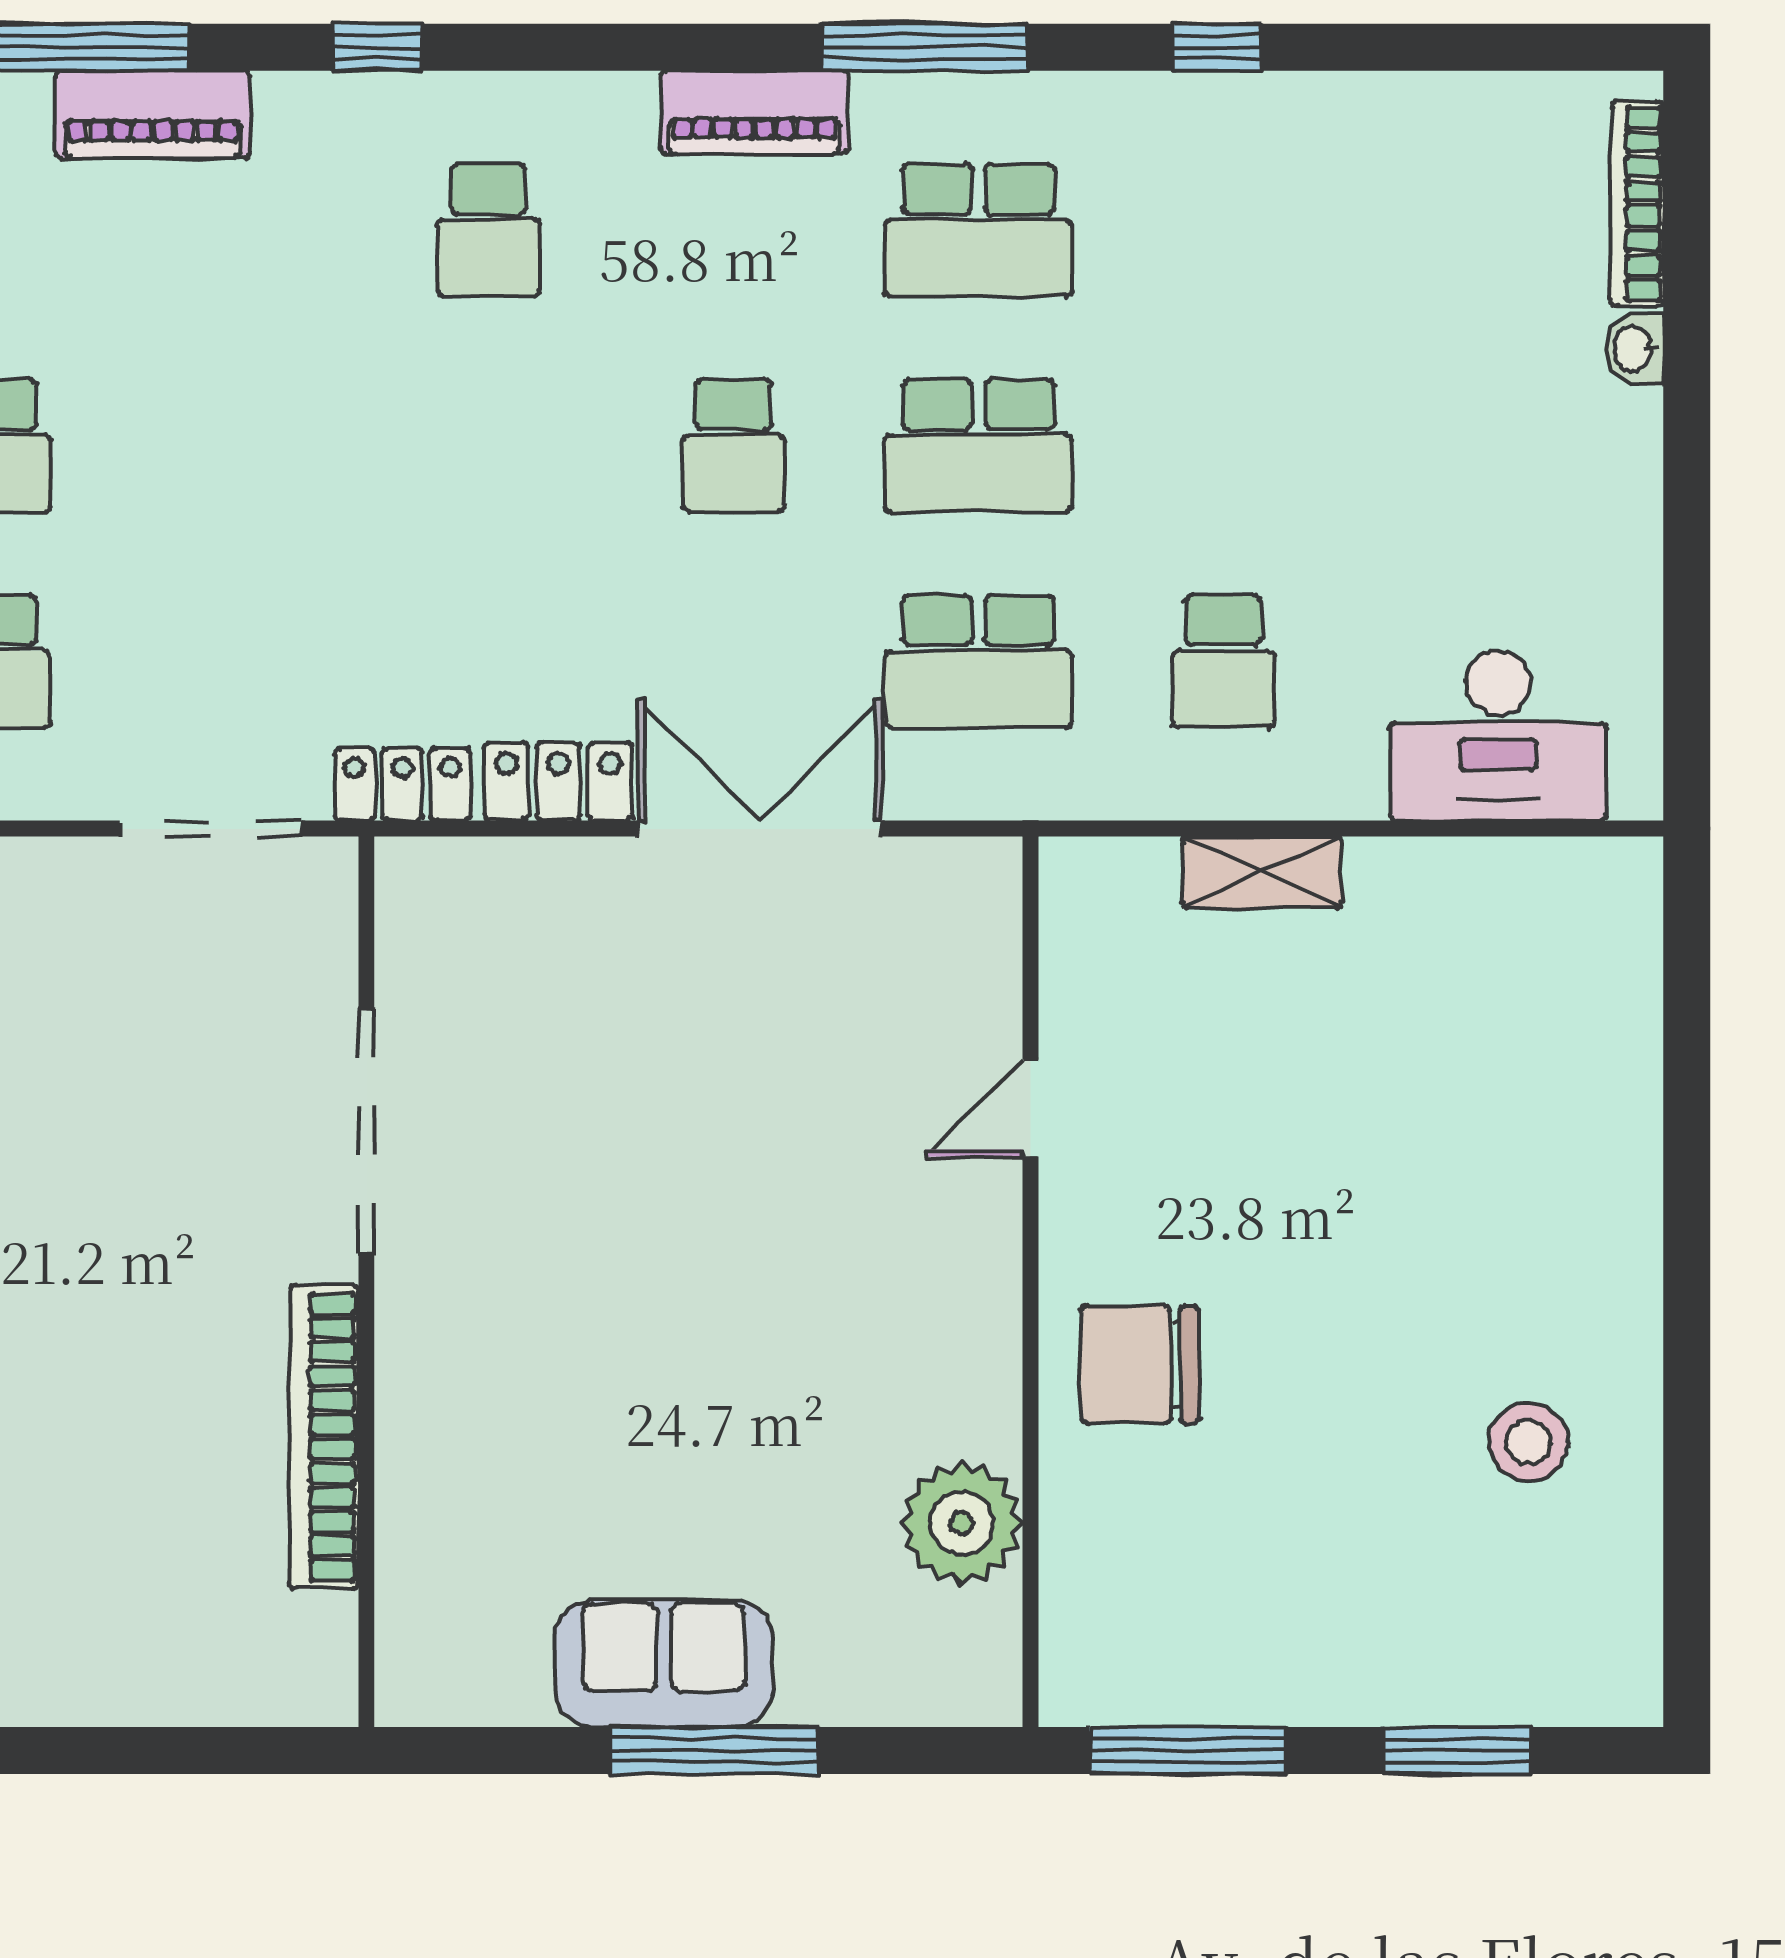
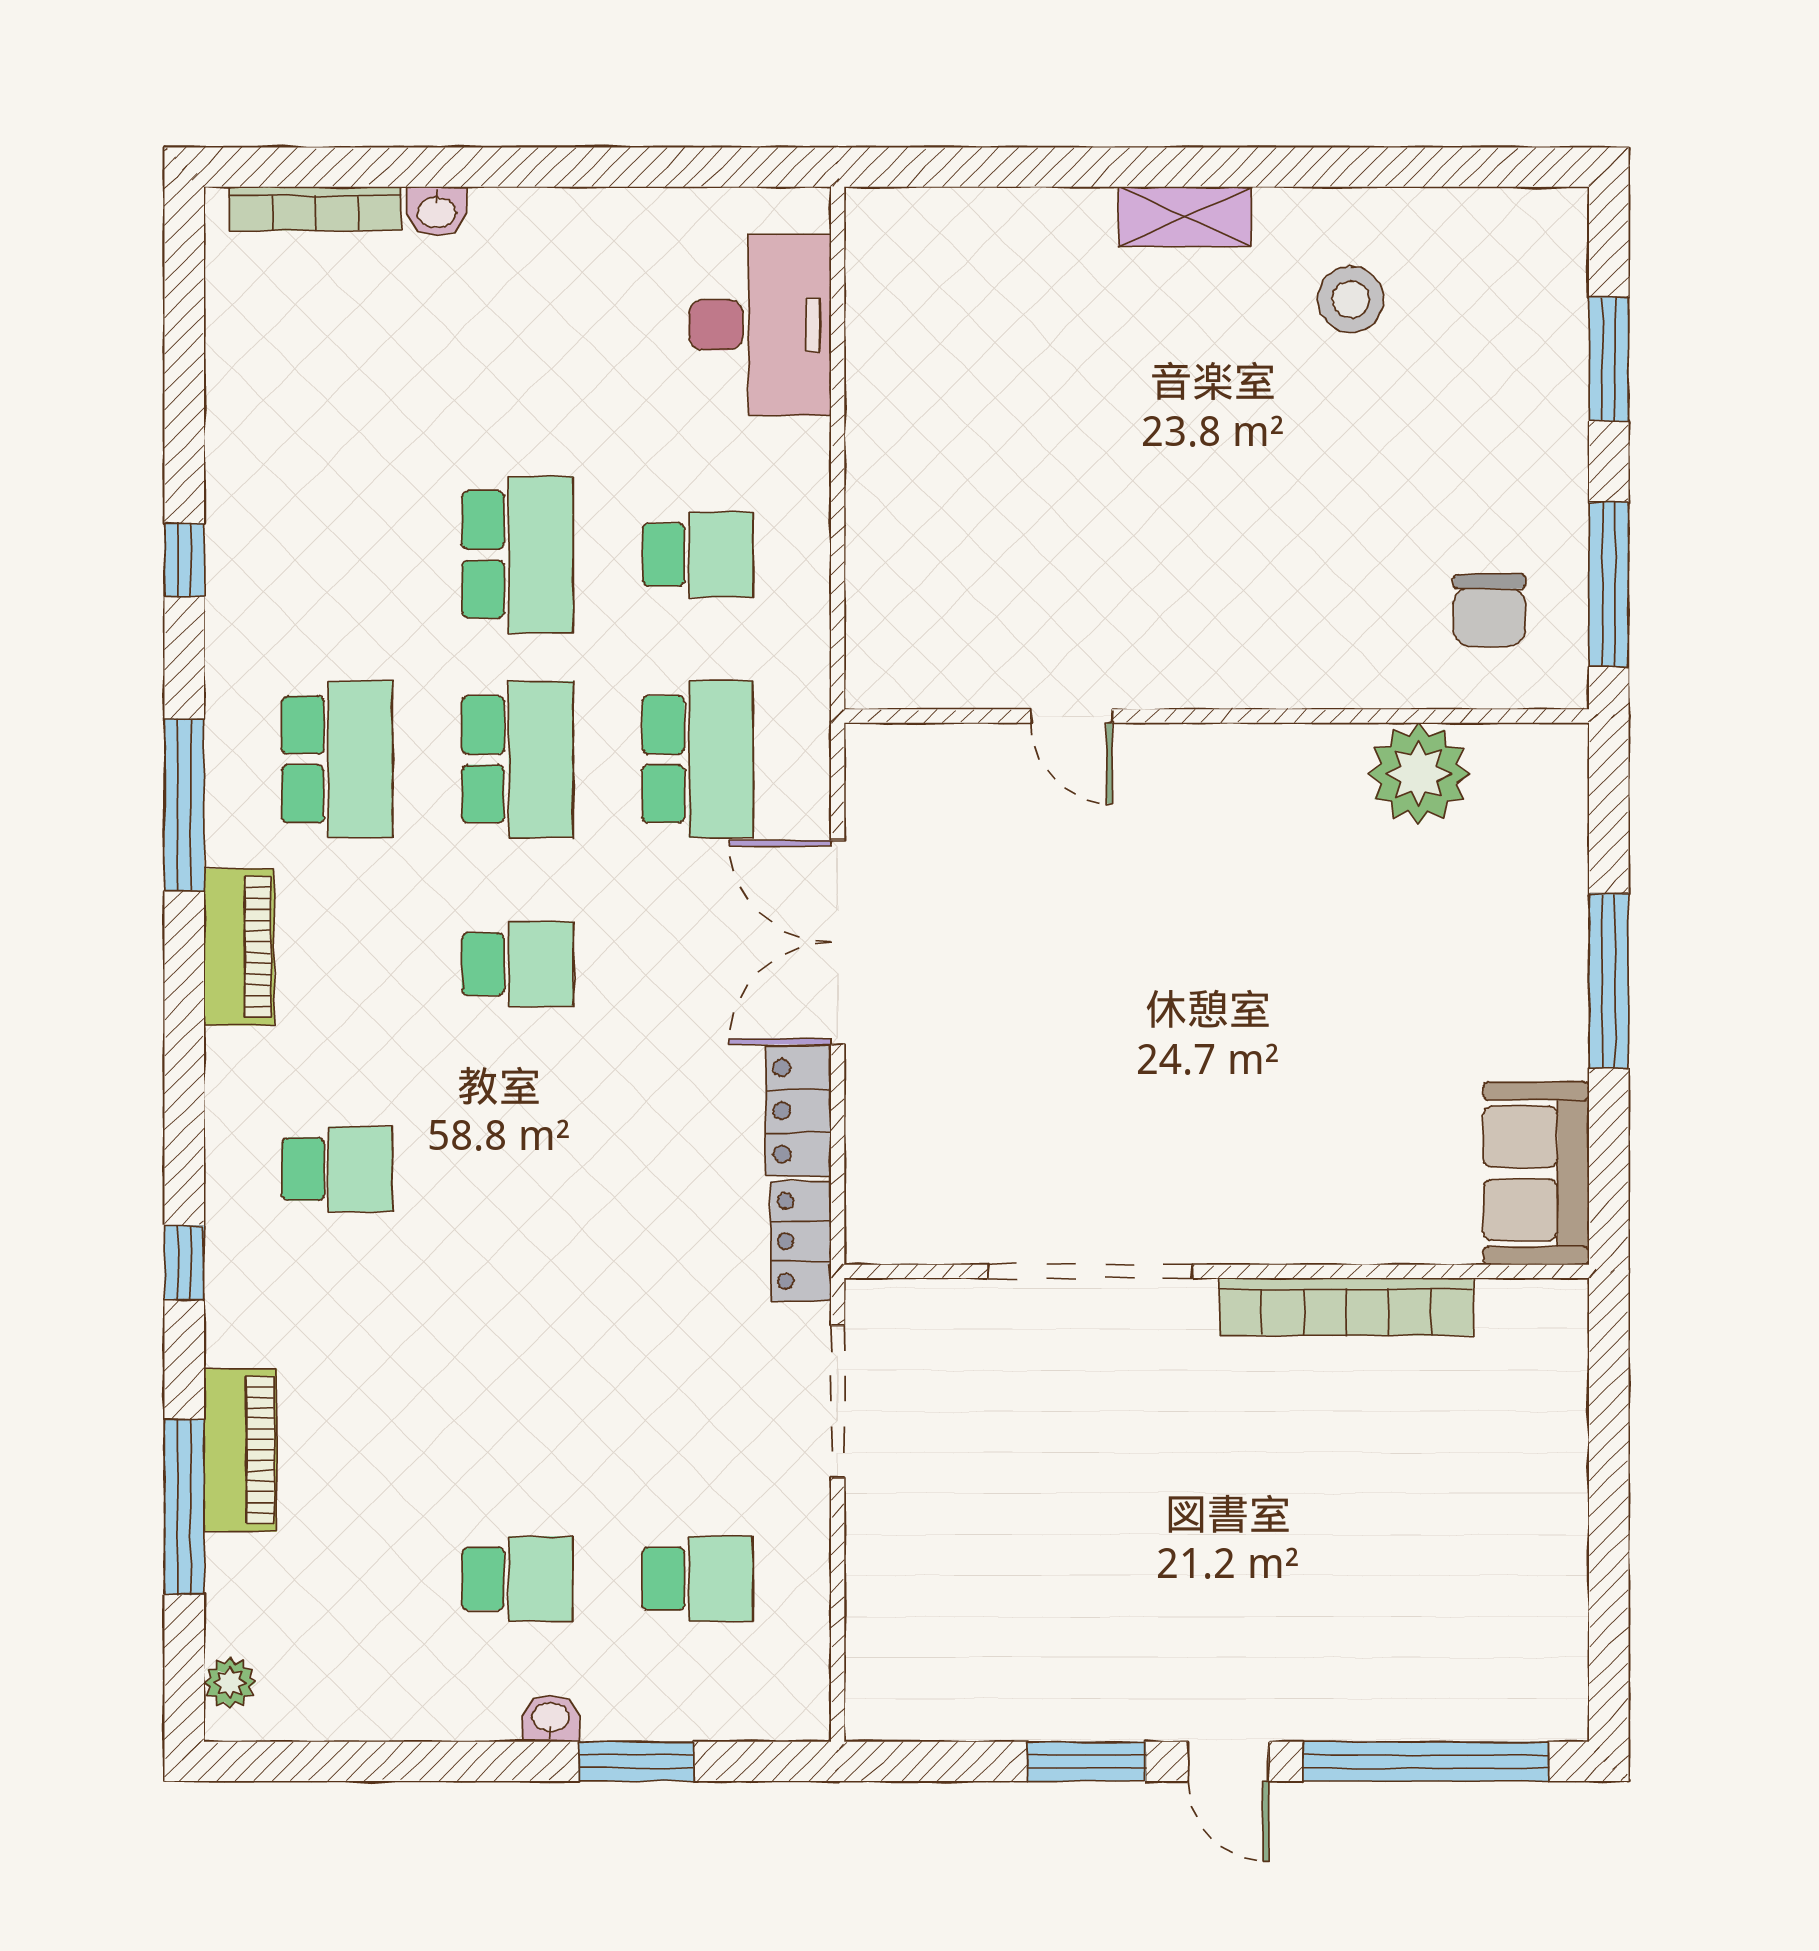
school desk: (1223, 446) -> (518, 555), added
shelving: (1261, 872) -> (1185, 217), moved, turned 90
chair: (1140, 1365) -> (1490, 610), moved, width x0.73, depth x0.73
sofa: (664, 1664) -> (1536, 1173), moved

